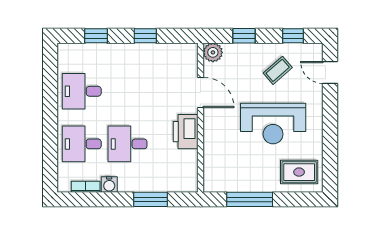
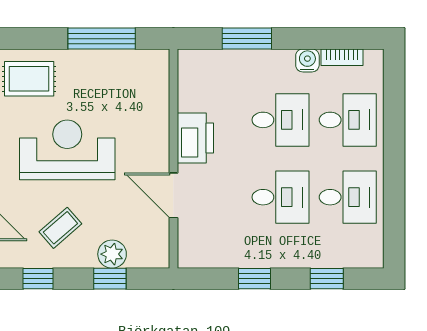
plant: (213, 52) -> (112, 254), moved
desk: (128, 91) -> (281, 197), added

